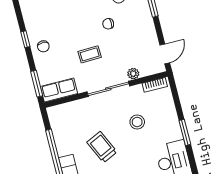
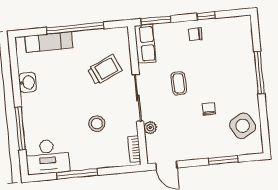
window: (185, 132) -> (77, 174), width x1.44
trolley: (102, 147) -> (105, 70), moved

